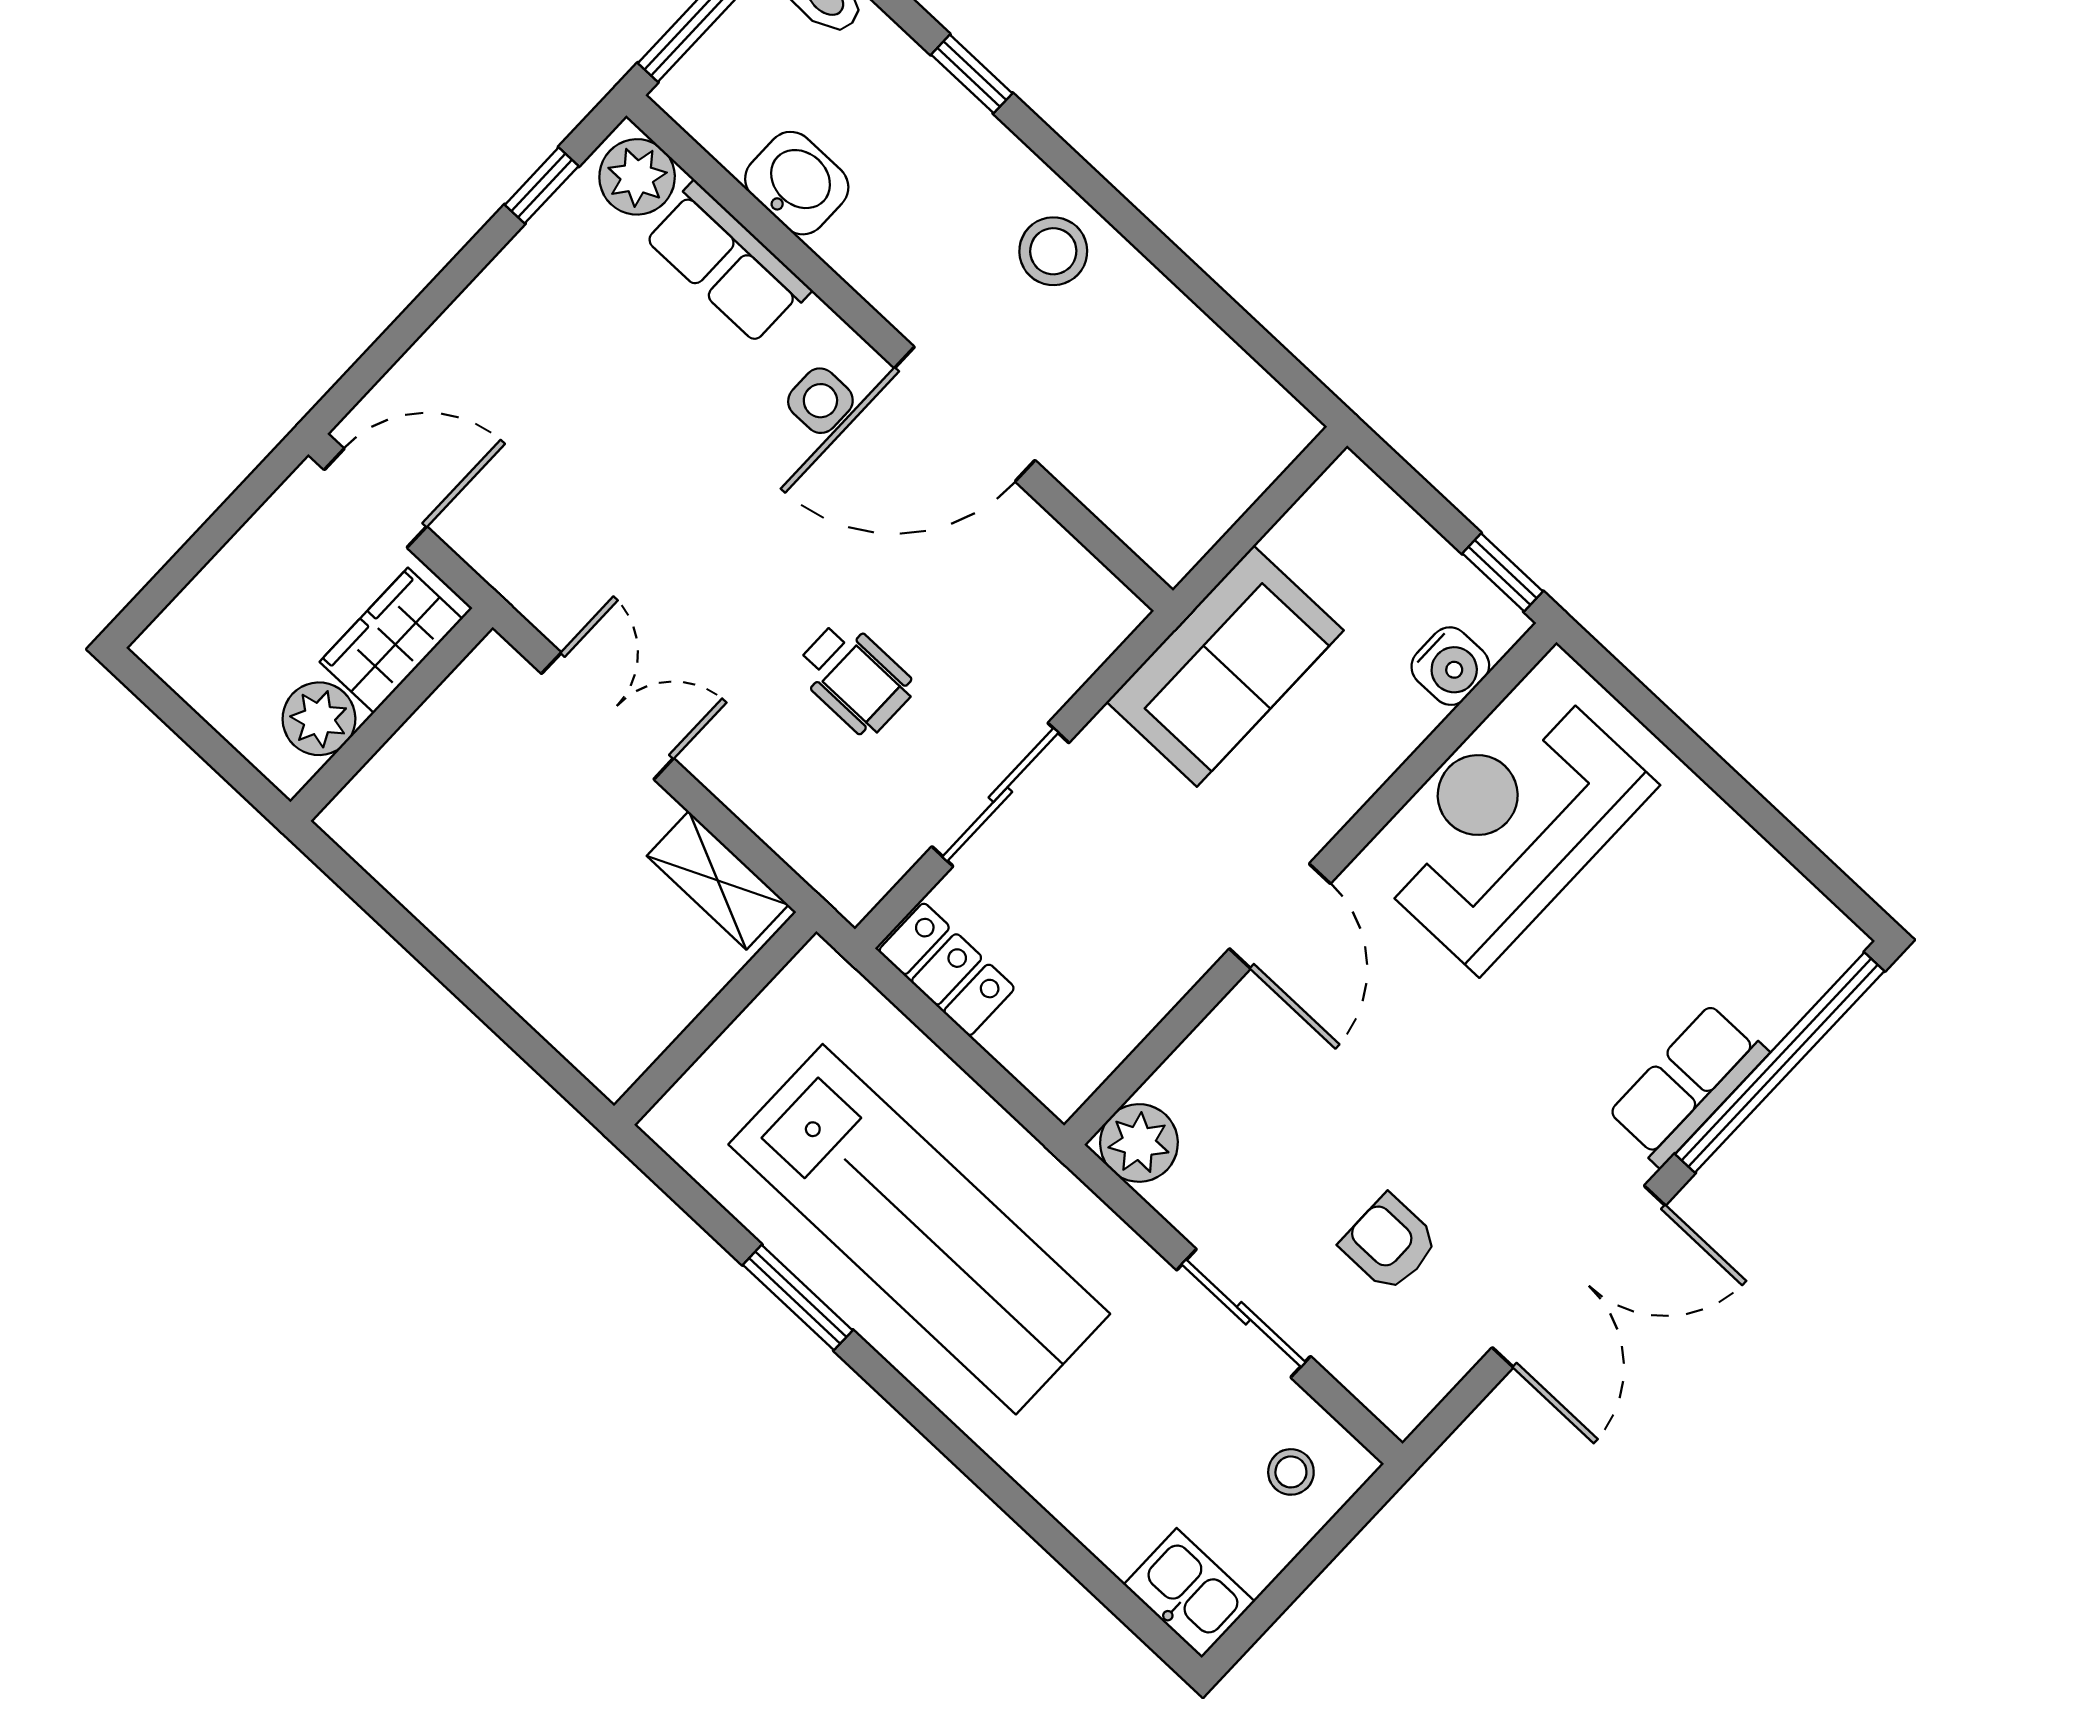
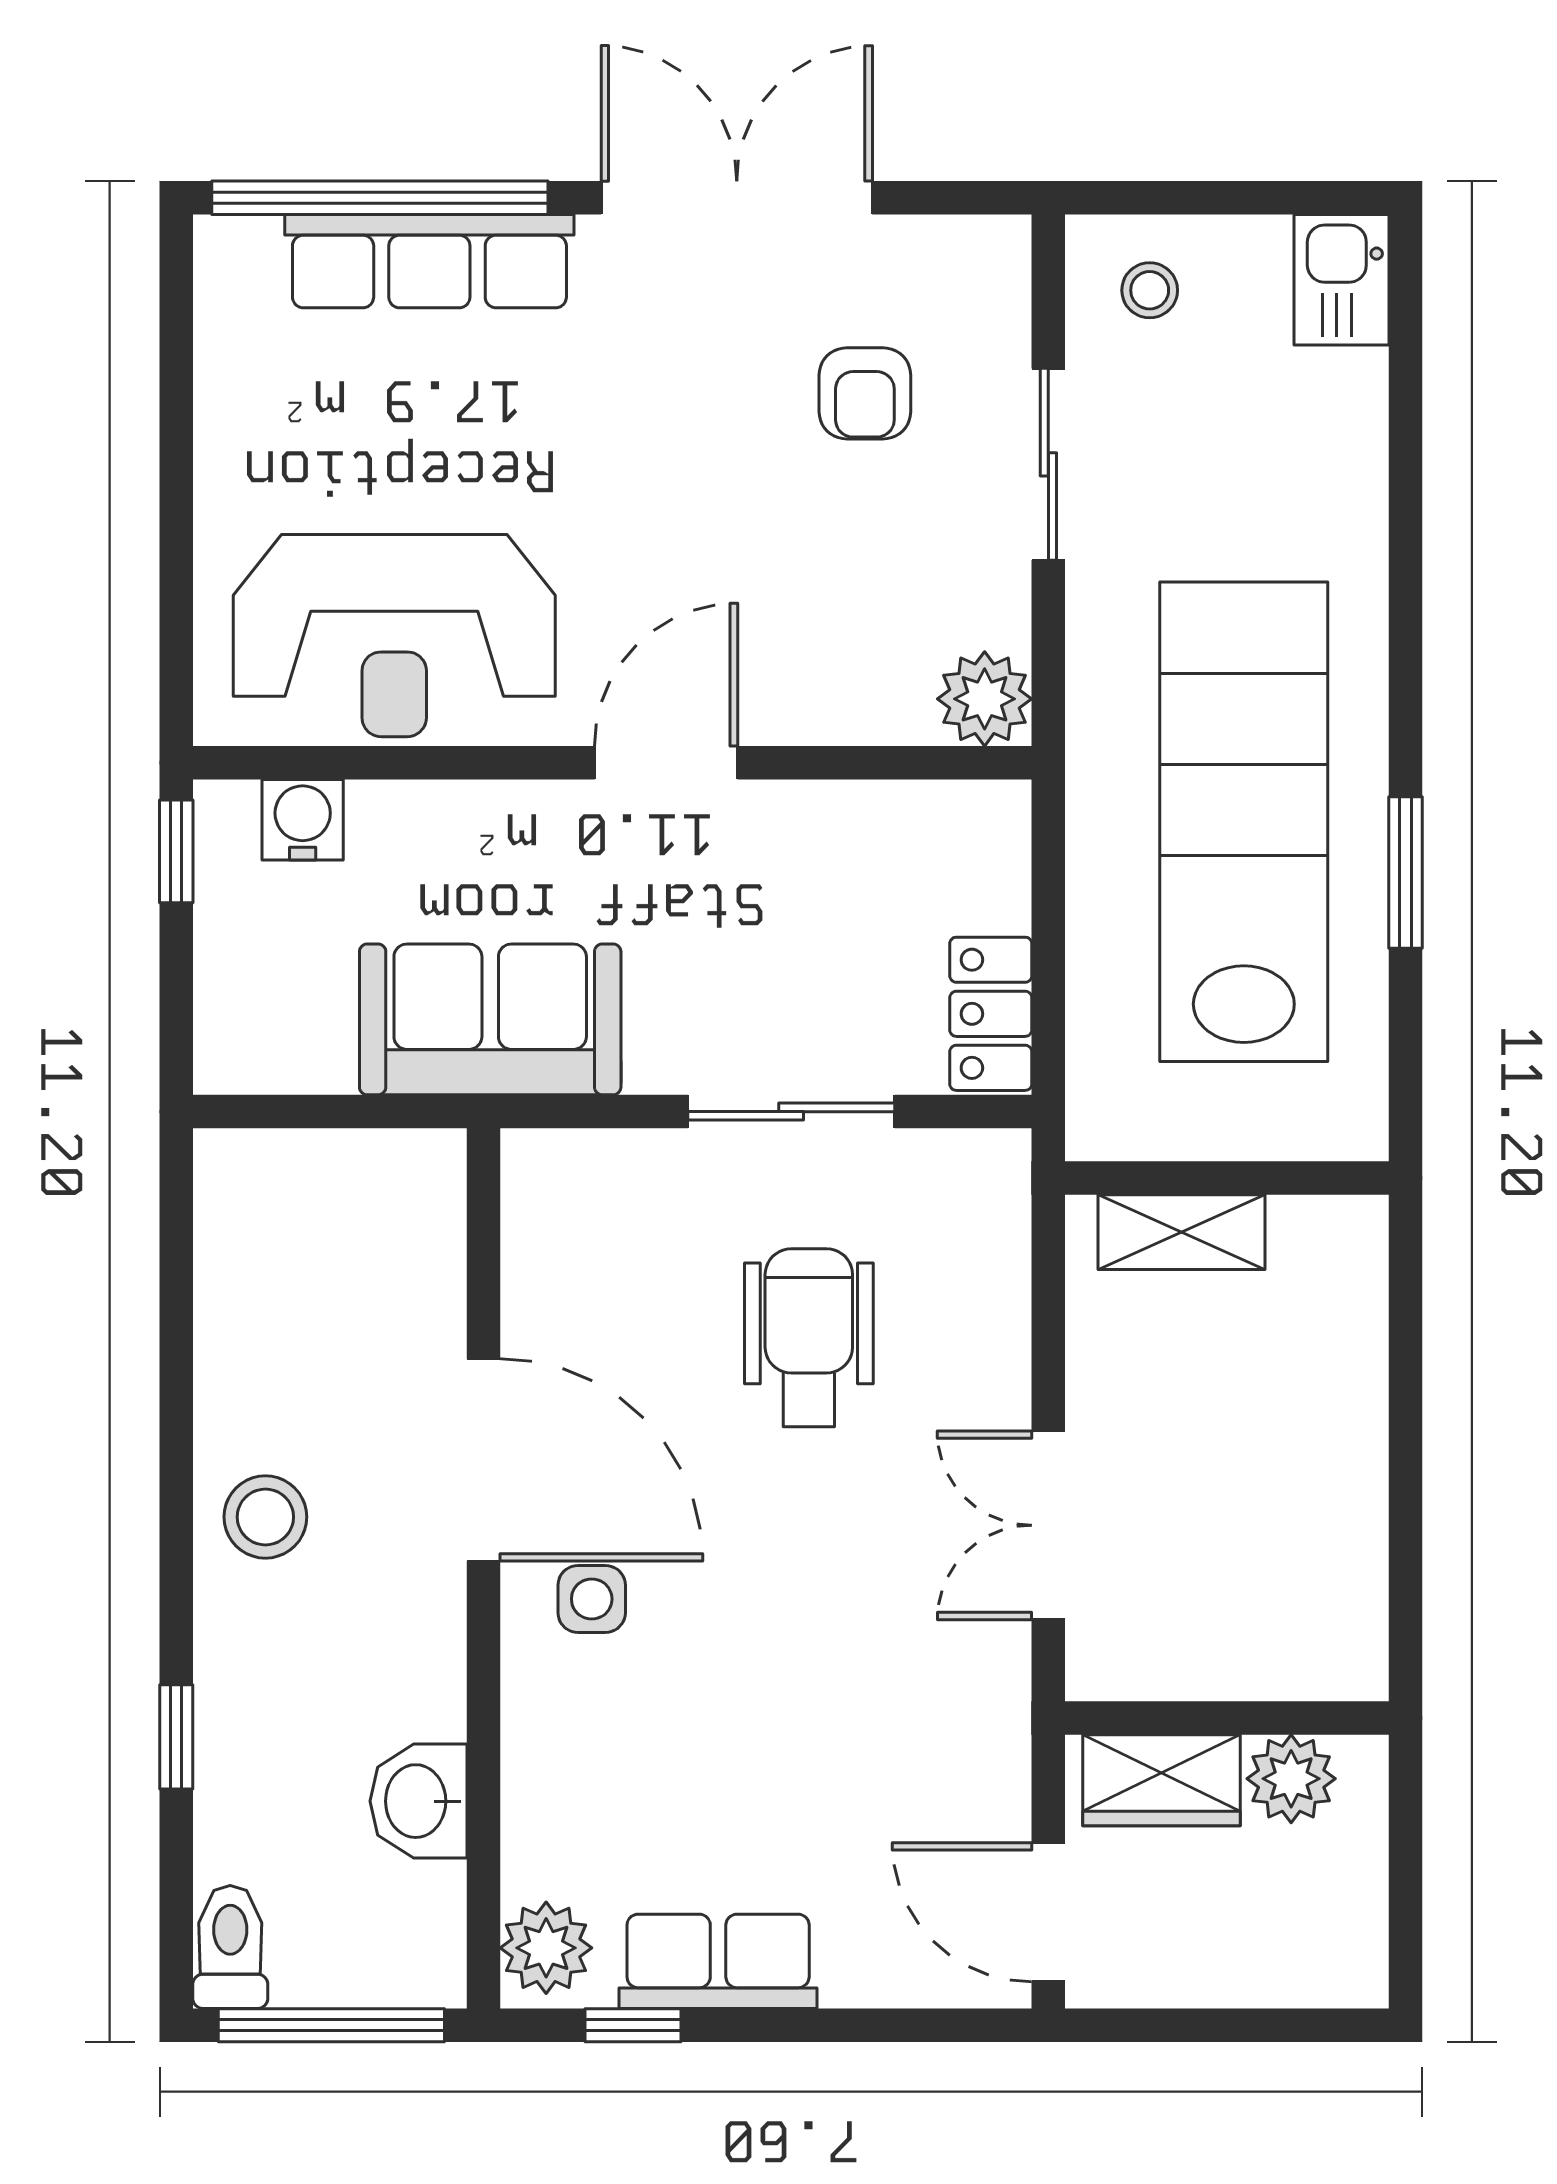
row of seats: (727, 263) -> (718, 1961), moved, turned -90
wheelchair: (855, 678) -> (809, 1338), width x1.36, depth x1.37
shelving: (718, 880) -> (1182, 1232), moved, turned 90
row of seats: (1687, 1085) -> (429, 261), width x1.48

